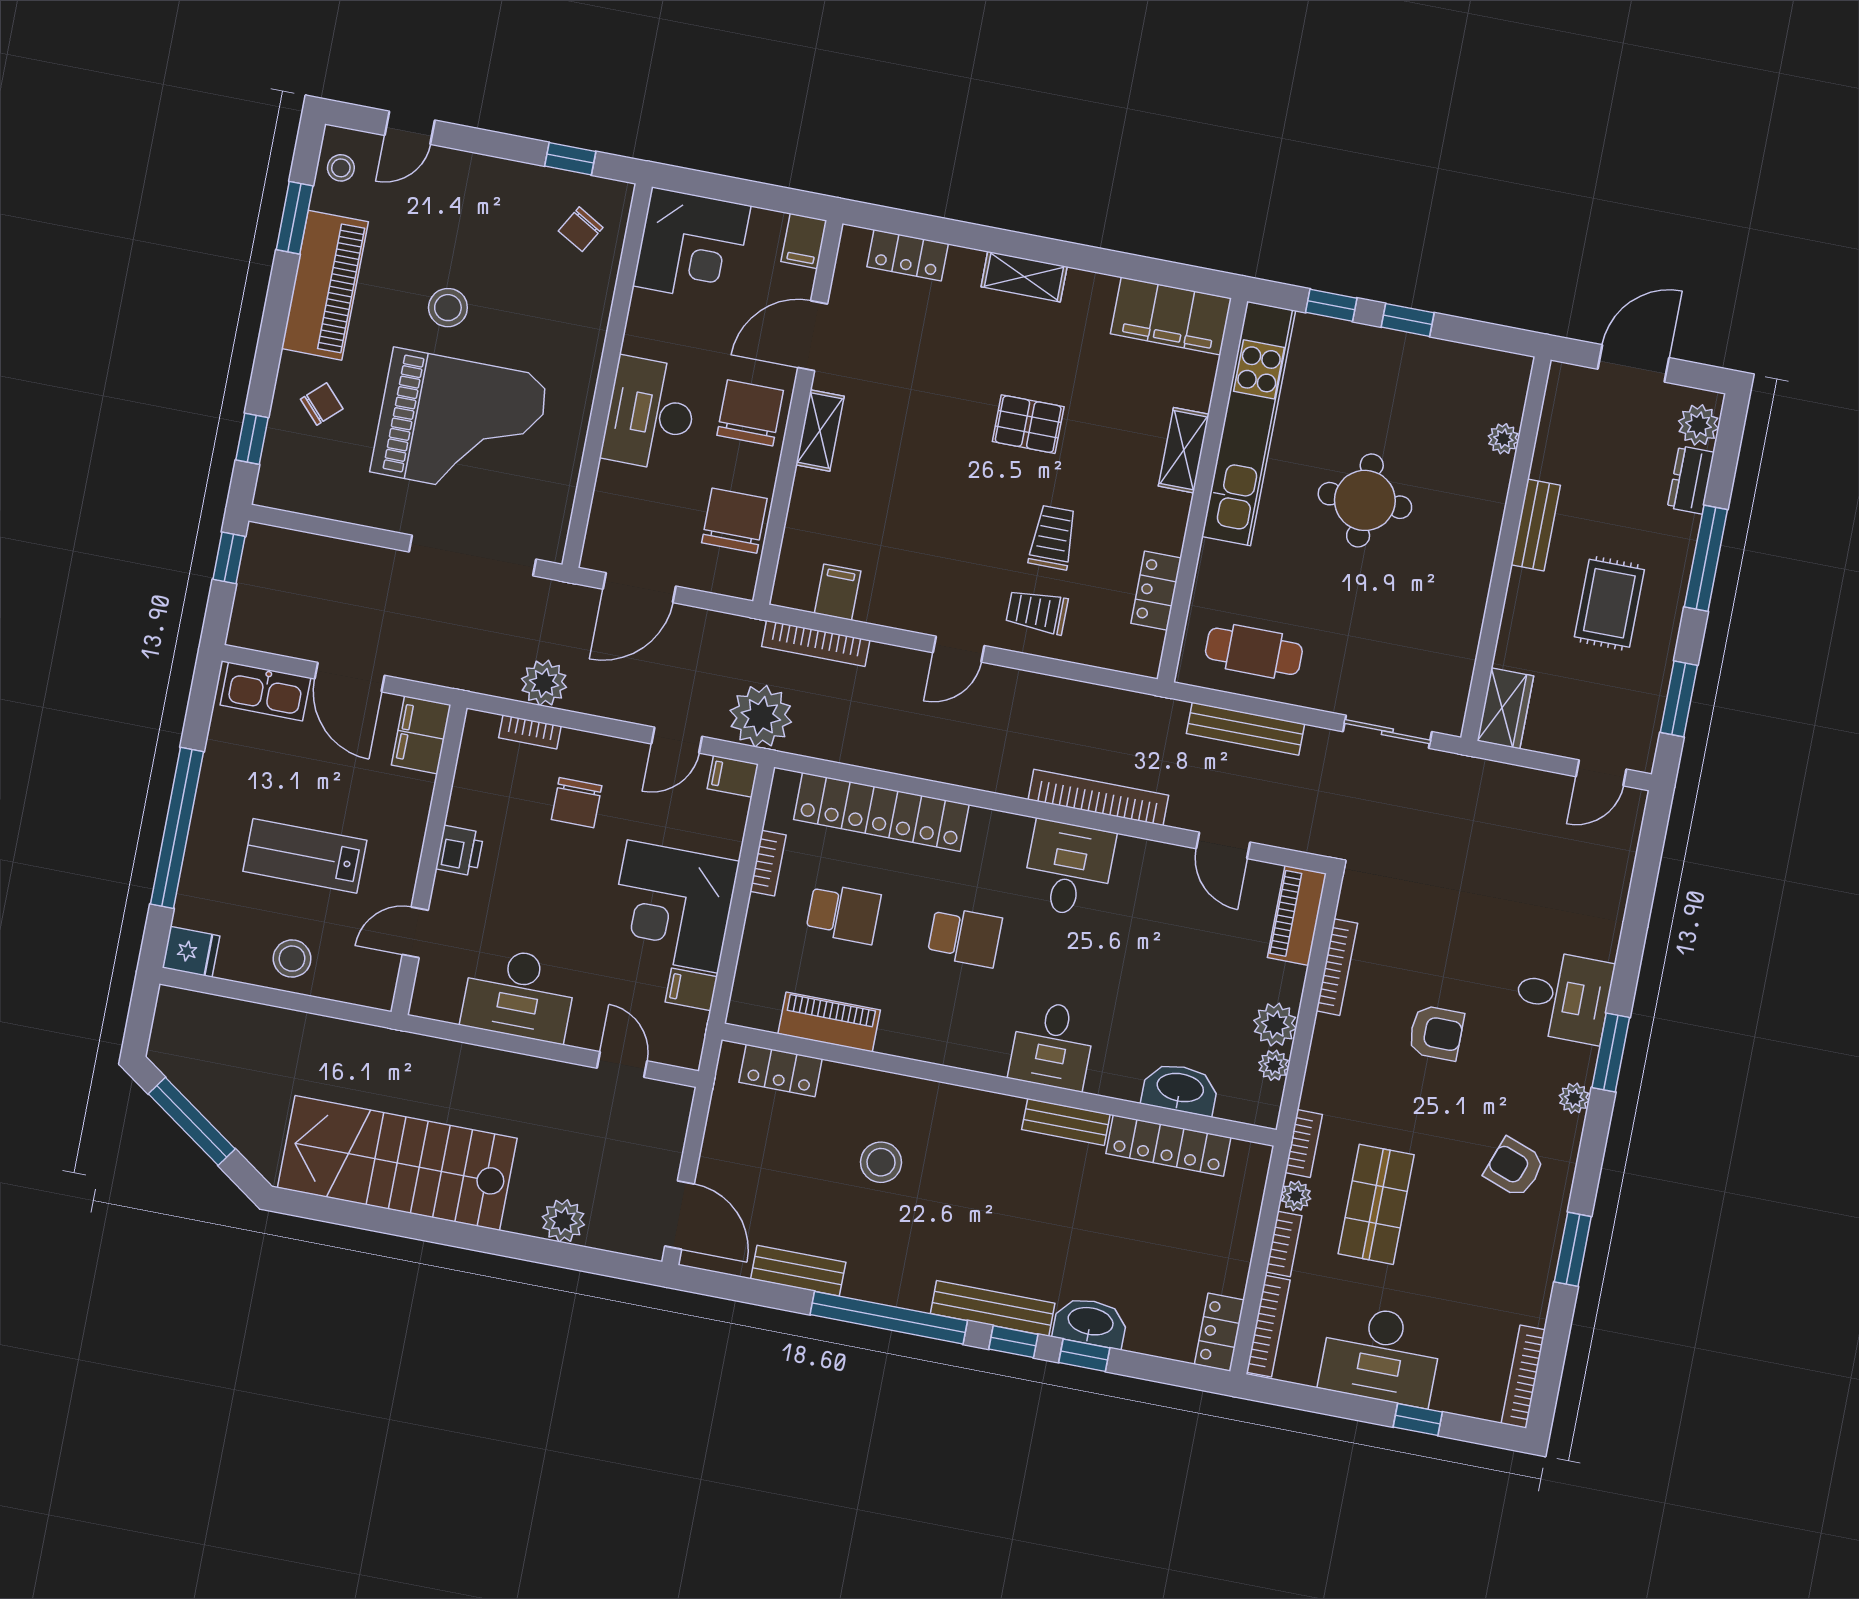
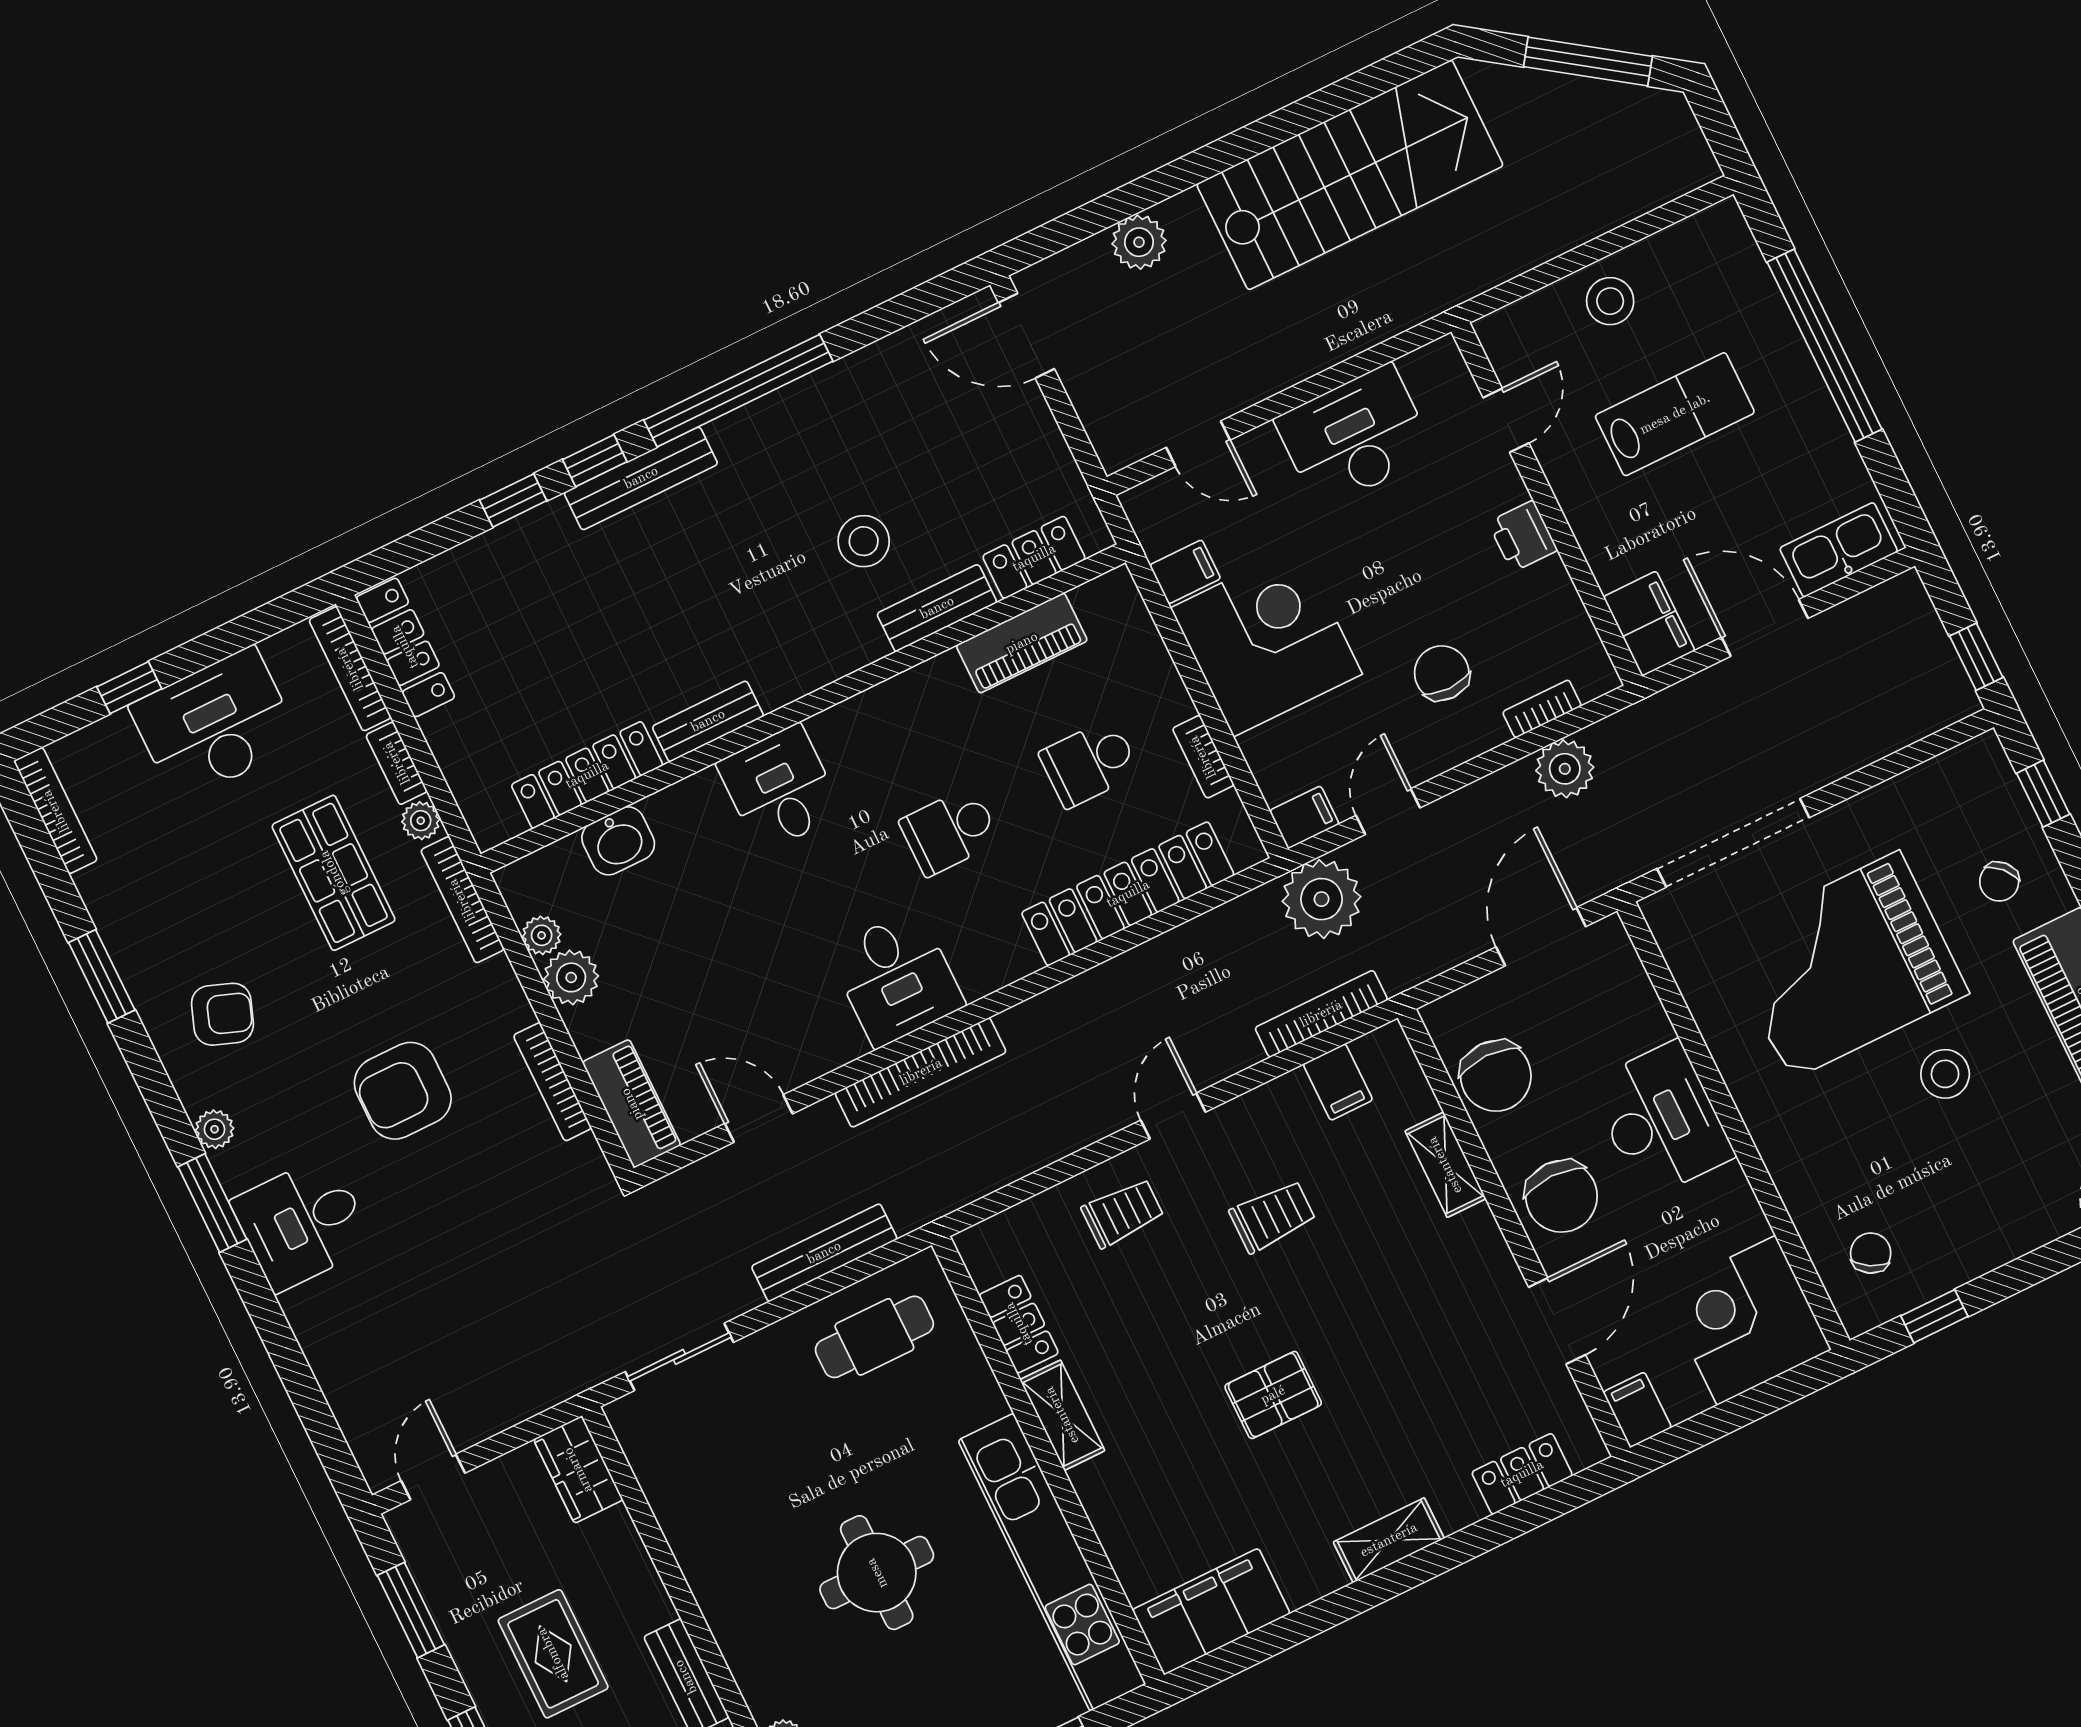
shelving: (820, 430) -> (1445, 1165), moved
shelving: (1184, 450) -> (1062, 1415), moved
trolley: (1053, 537) -> (1272, 1216), moved, turned -90
fridge: (191, 952) -> (1717, 232), removed
armchair: (1436, 1033) -> (403, 1091), width x1.38, depth x1.38
washbasin: (1180, 1089) -> (618, 841), width x0.72
bookcase: (1304, 1143) -> (462, 900), width x1.56
bench: (798, 1271) -> (937, 608), moved
washbasin: (1090, 1322) -> (532, 538), removed
locker: (1219, 1332) -> (405, 647), width x1.53

